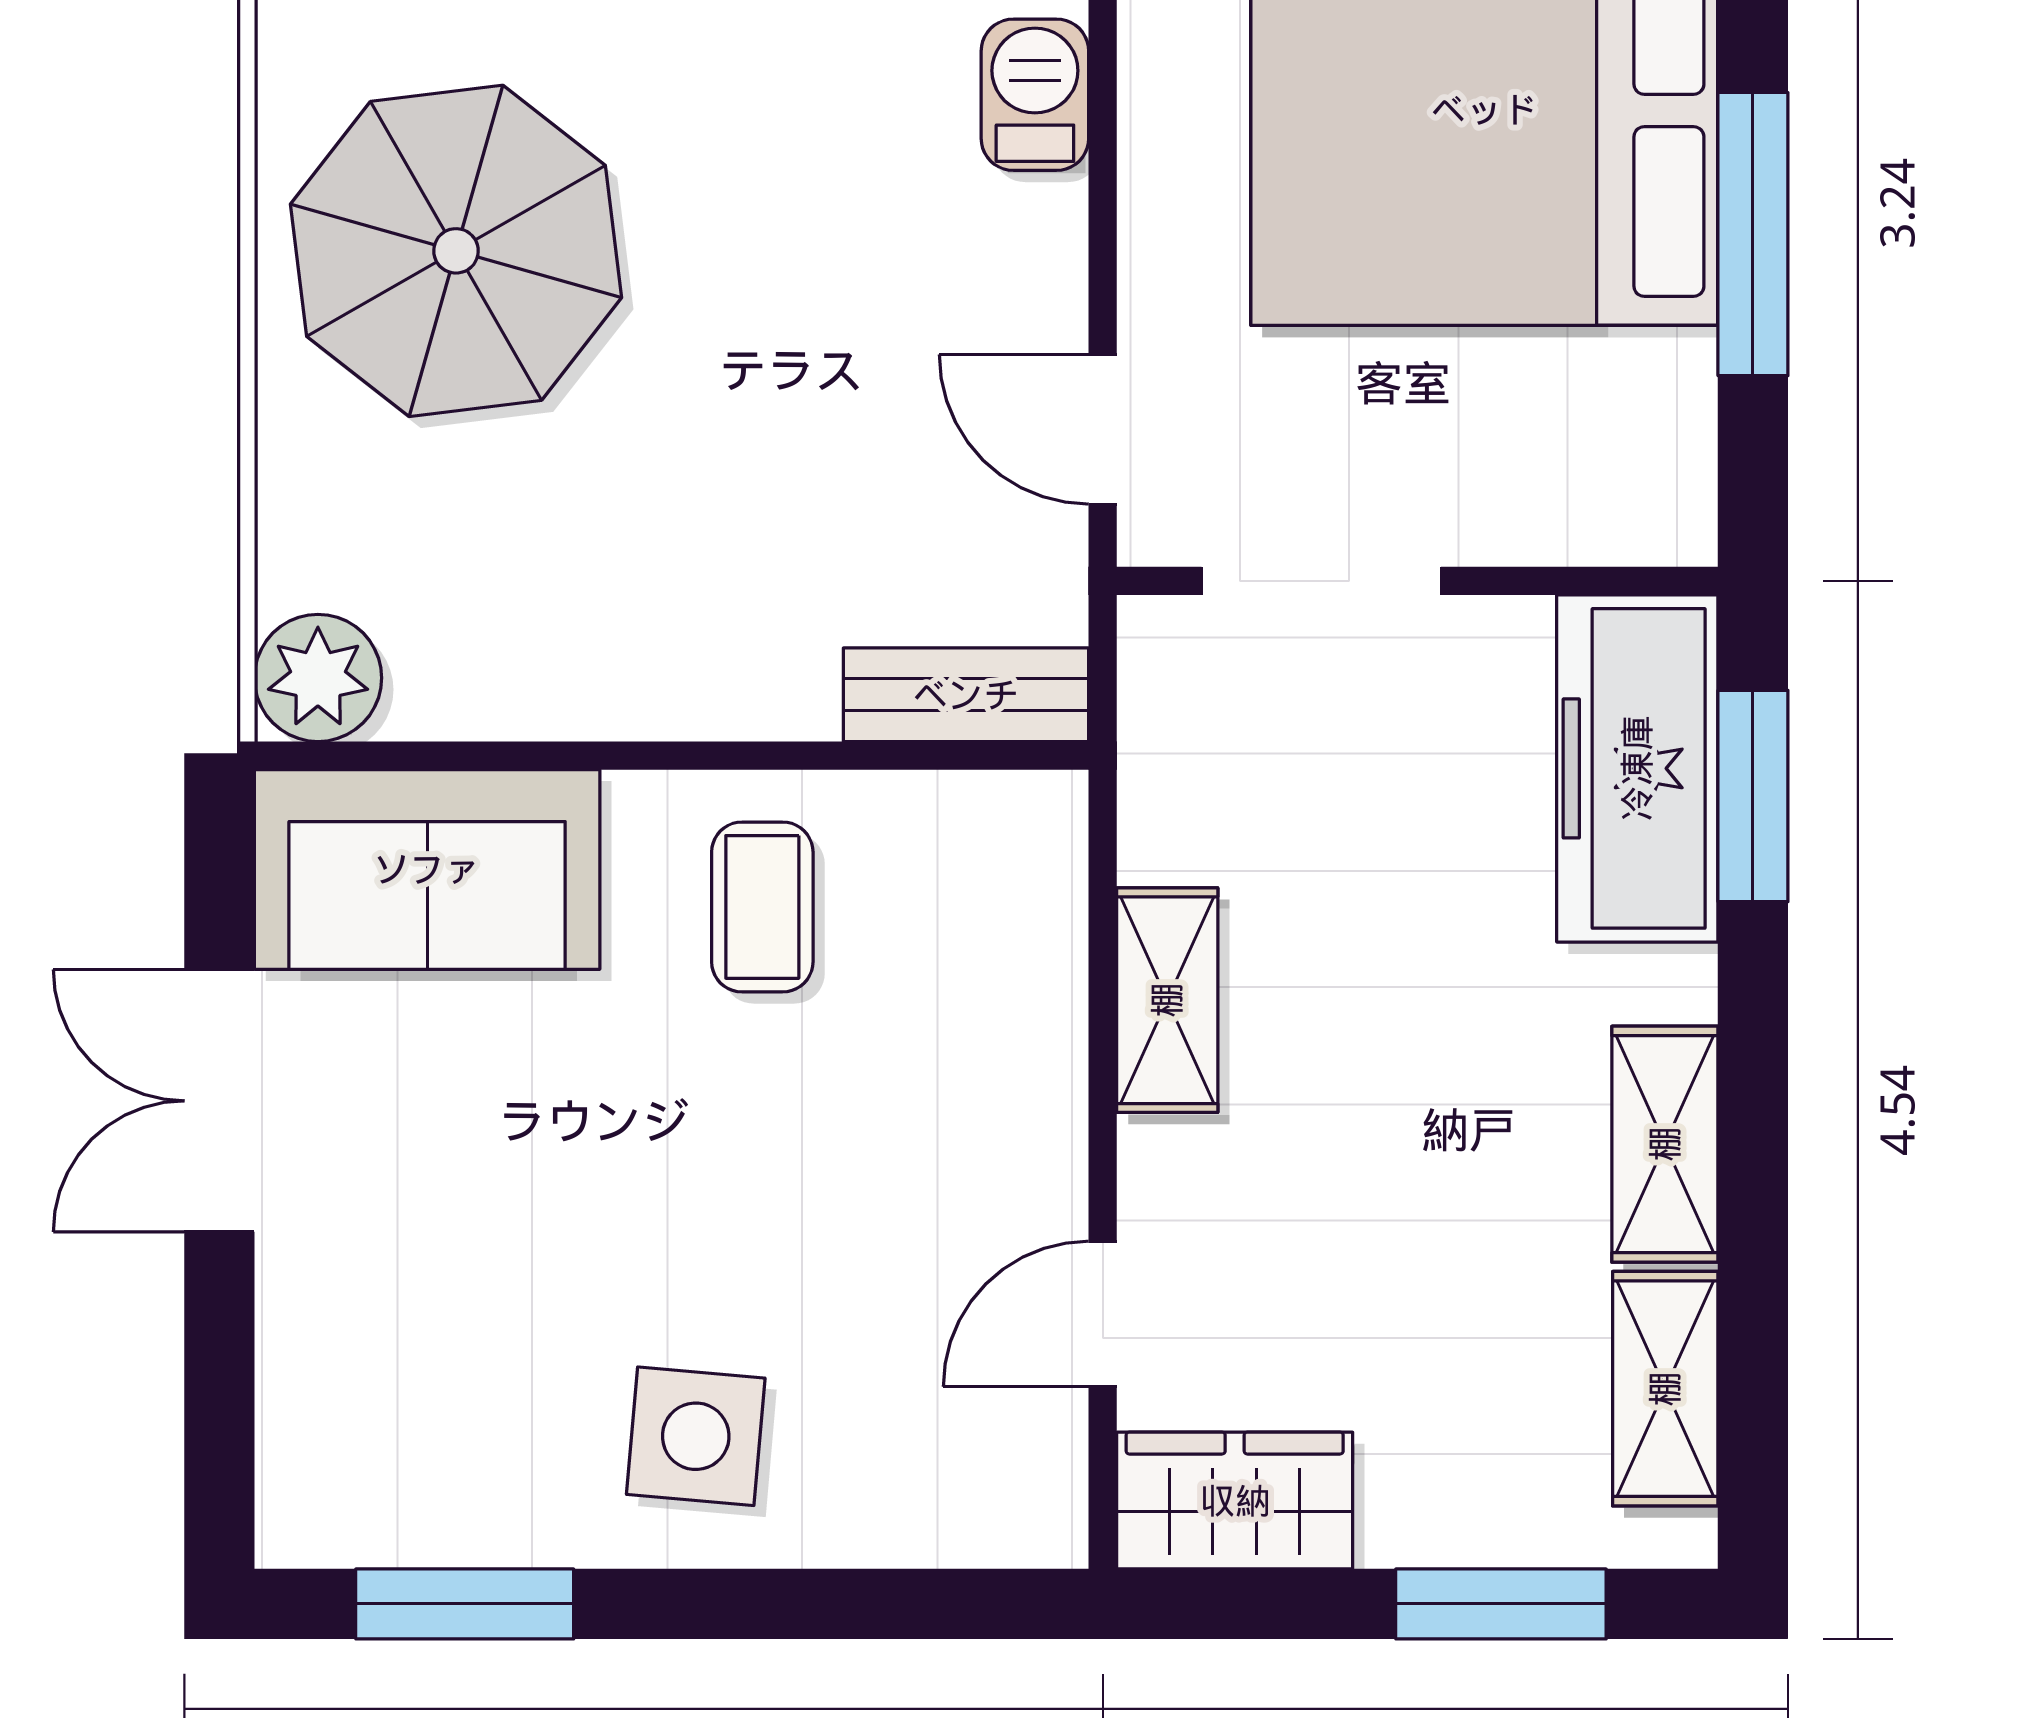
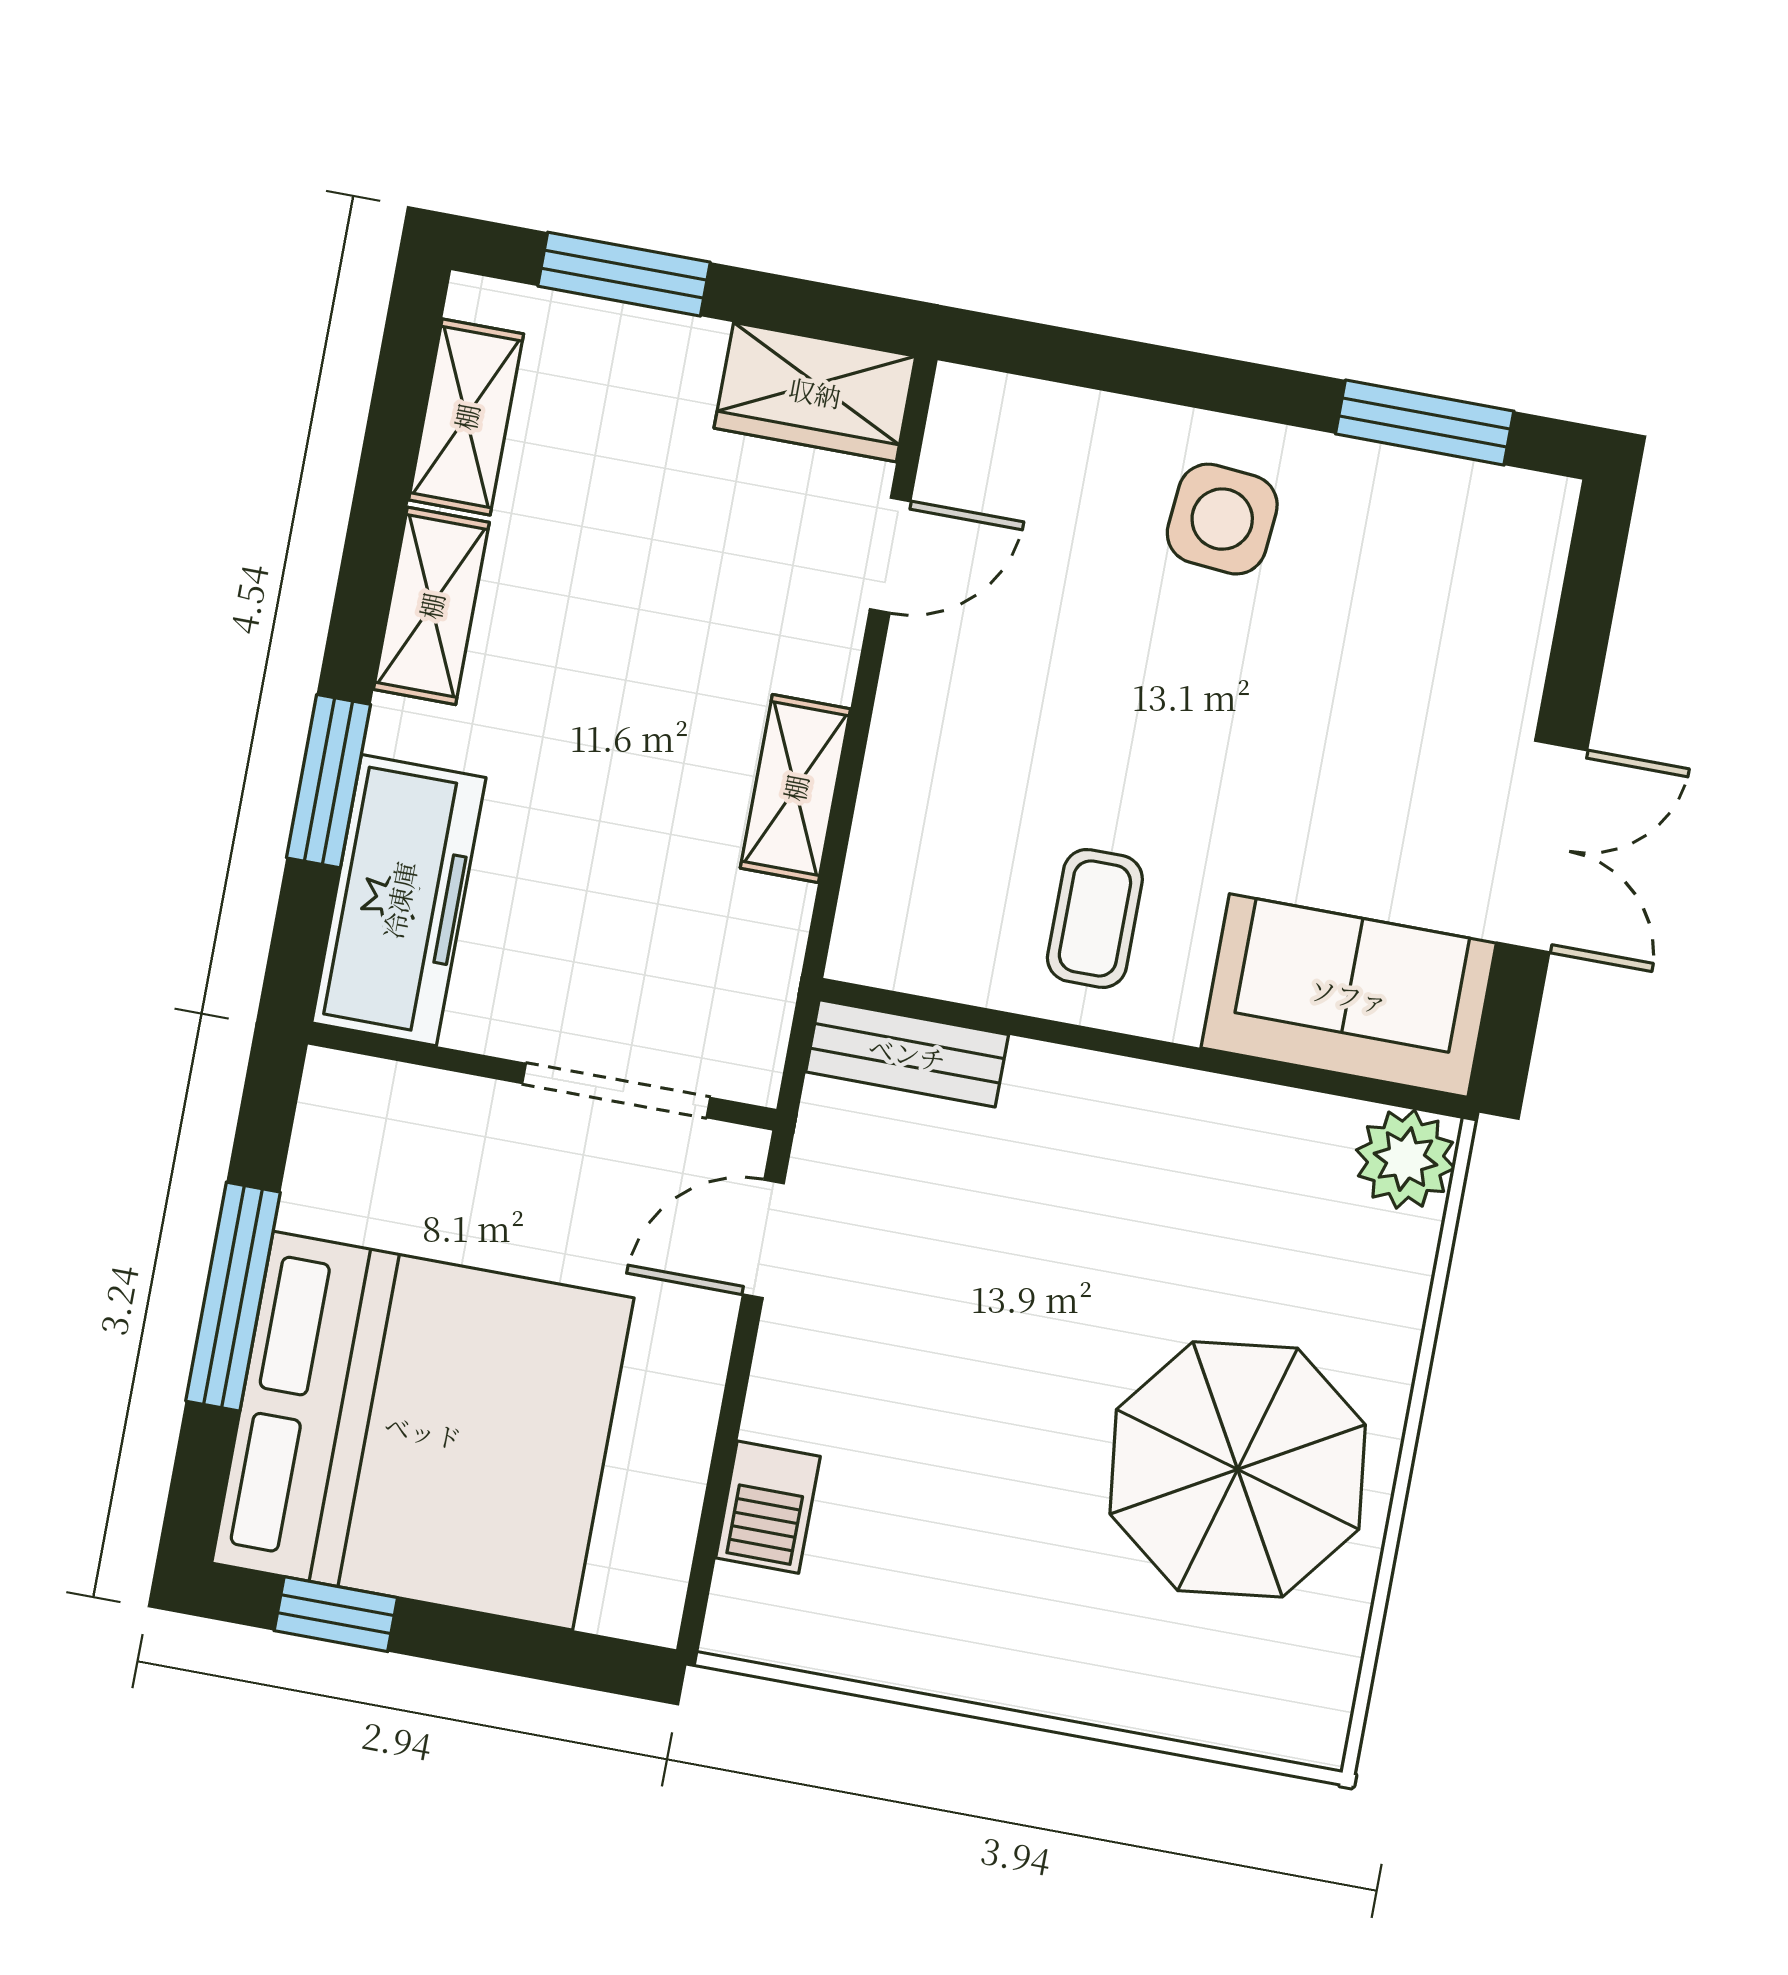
door: (1103, 429) -> (763, 1239), swing flipped
window: (1753, 796) -> (329, 781), moved

